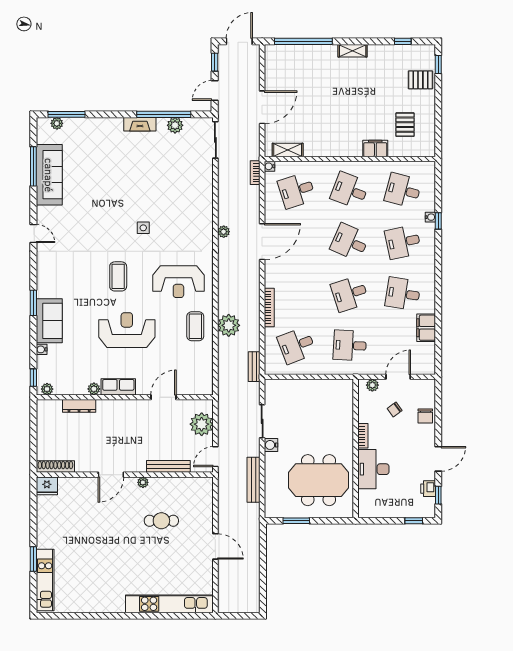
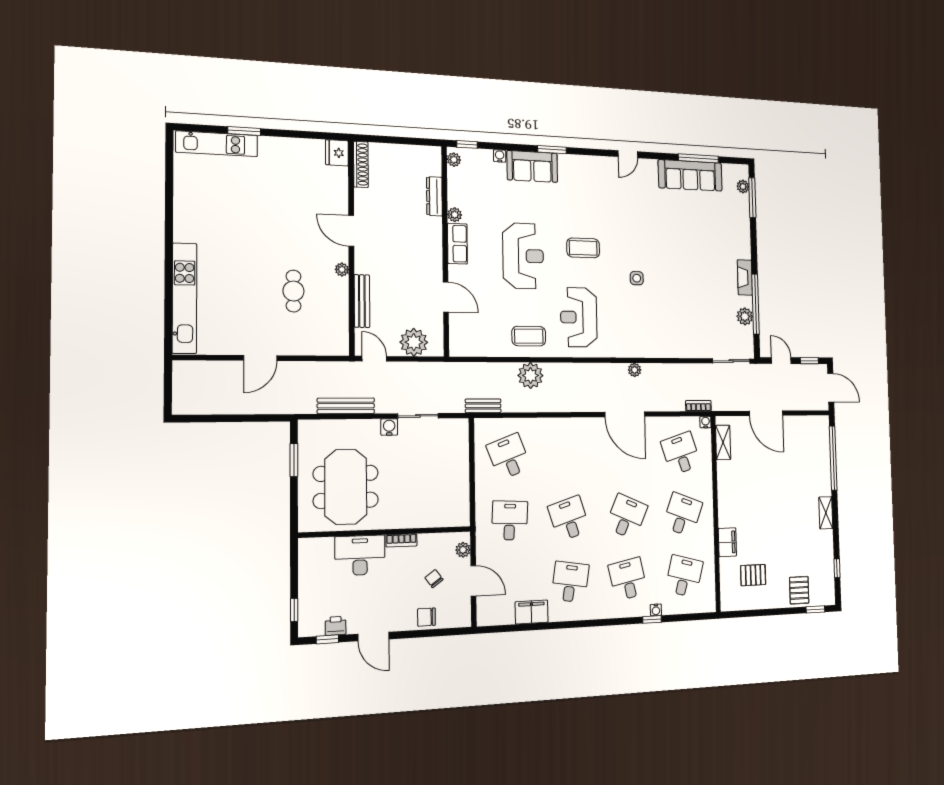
bookcase: (269, 308) -> (552, 423), removed

